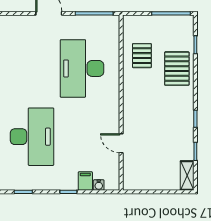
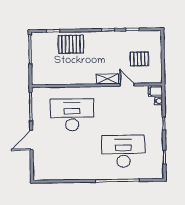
pallet: (142, 56) -> (139, 59), moved
desk: (82, 68) -> (72, 115), turned 180
door: (121, 143) -> (127, 85), swing flipped
shelving: (187, 175) -> (107, 79), moved
filing cabinet: (85, 181) -> (155, 91), moved

